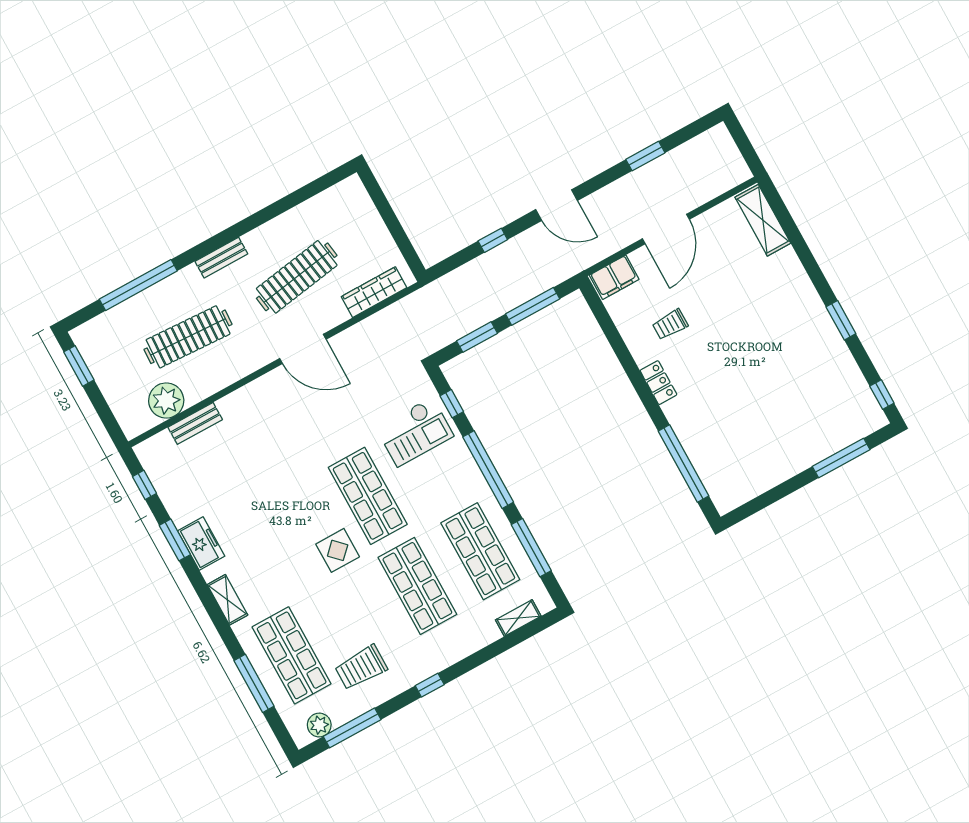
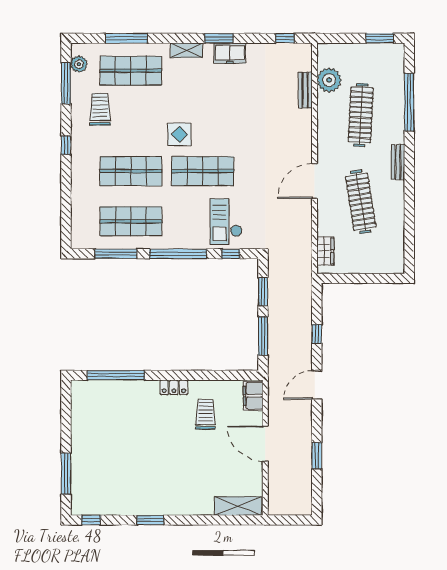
wardrobe: (374, 292) -> (325, 251), width x0.67
trolley: (670, 324) -> (205, 414), width x1.36, depth x1.39
window: (175, 540) -> (219, 38), moved
shelving: (518, 618) -> (77, 222), removed

